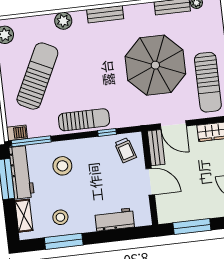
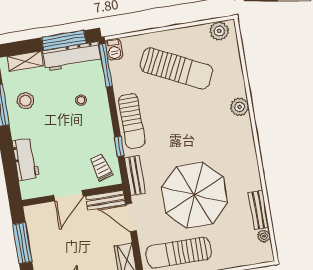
bench: (105, 14) -> (135, 176), moved
plant: (63, 21) -> (240, 107), moved
door: (173, 125) -> (131, 217), hinge flipped
trolley: (125, 150) -> (101, 167), turned 91
stool: (62, 166) -> (81, 100), width x0.53, depth x0.53

